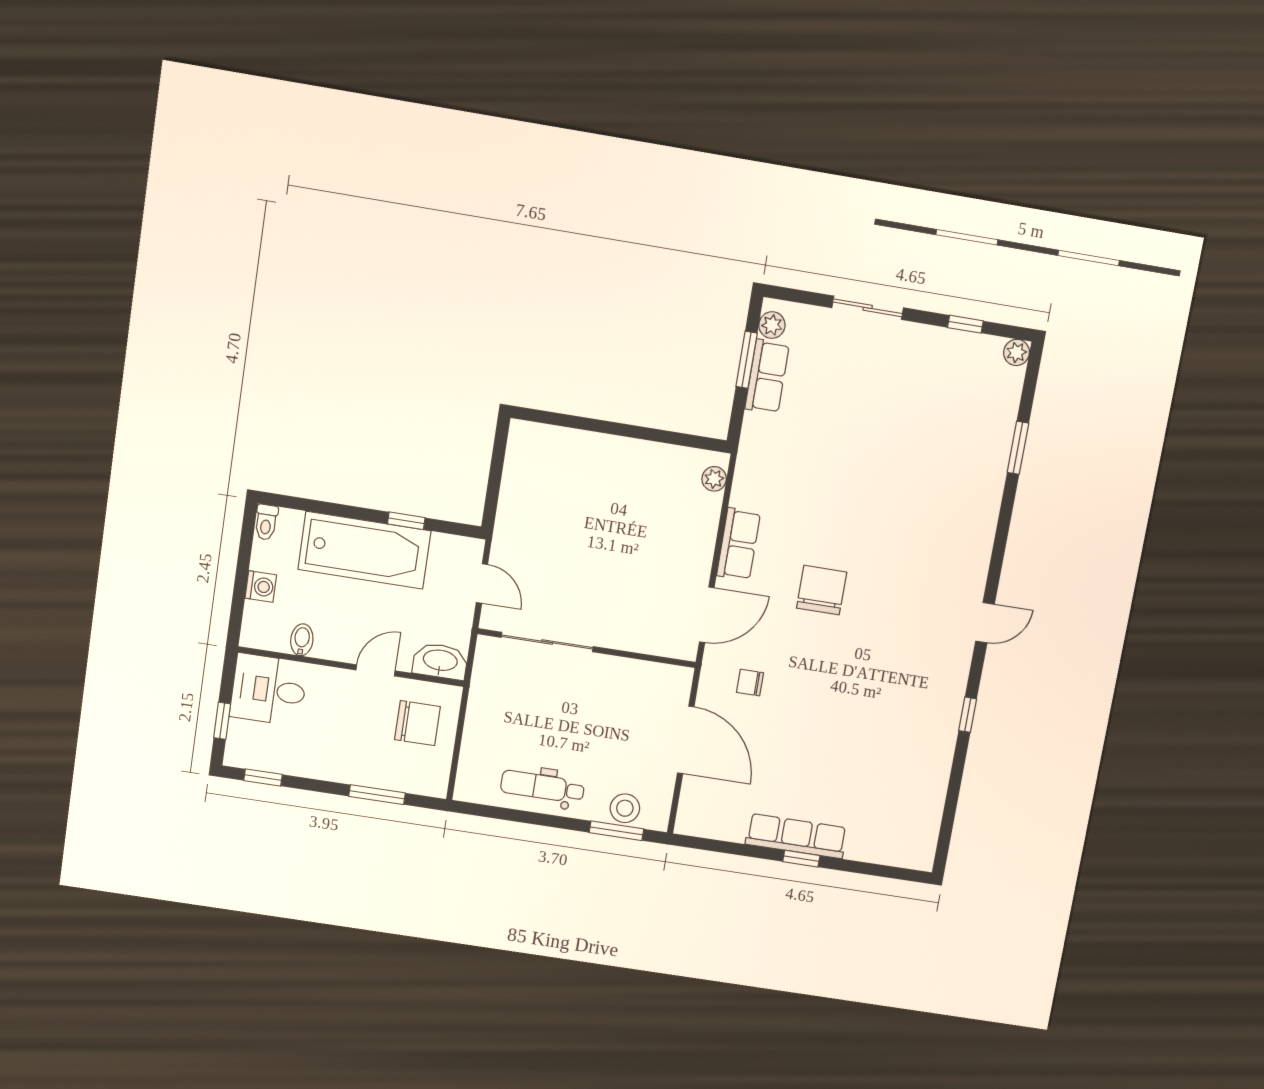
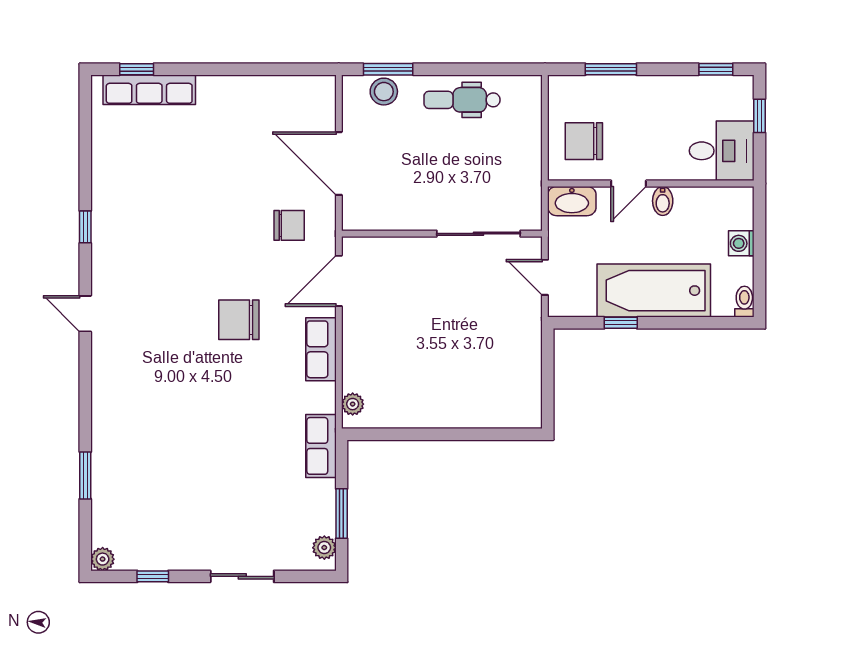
row of seats: (767, 376) -> (321, 446), moved
chair: (822, 590) -> (239, 320), turned 90
door: (985, 623) -> (85, 314), hinge flipped
bidet: (302, 640) -> (663, 201), moved
chair: (750, 683) -> (289, 225), width x1.37, depth x1.37
dental chair: (542, 787) -> (462, 100), turned 180
row of seats: (796, 836) -> (149, 90), moved
window: (801, 859) -> (137, 69), moved

